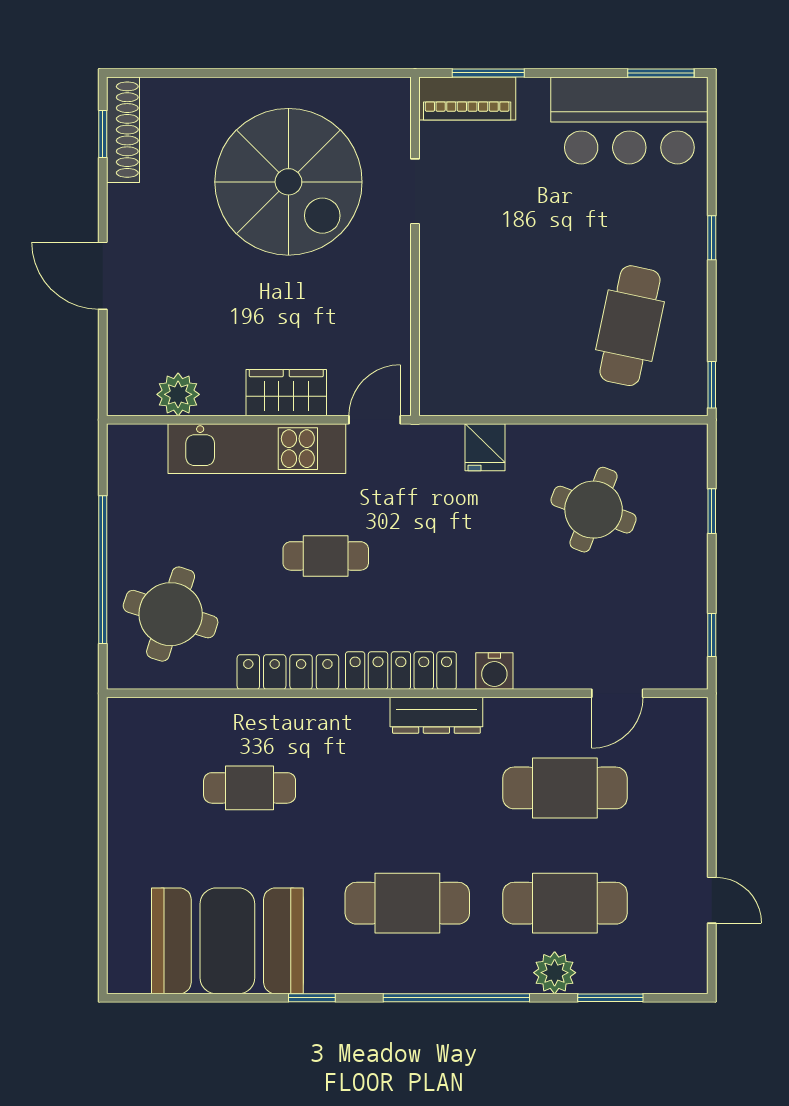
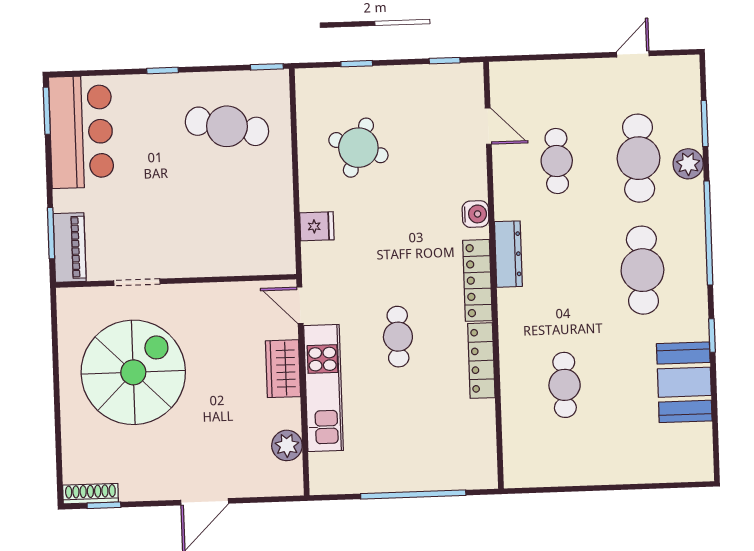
shoe rack: (123, 130) -> (91, 494), width x0.74, depth x0.81
round table: (171, 614) -> (443, 445), removed
cafe table: (565, 788) -> (557, 161), width x0.73, depth x0.74
booth: (227, 941) -> (684, 382), width x0.73, depth x0.70

